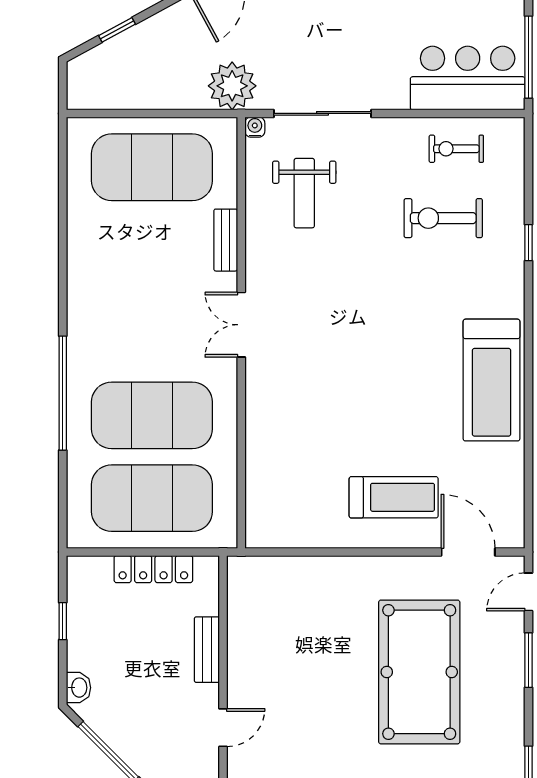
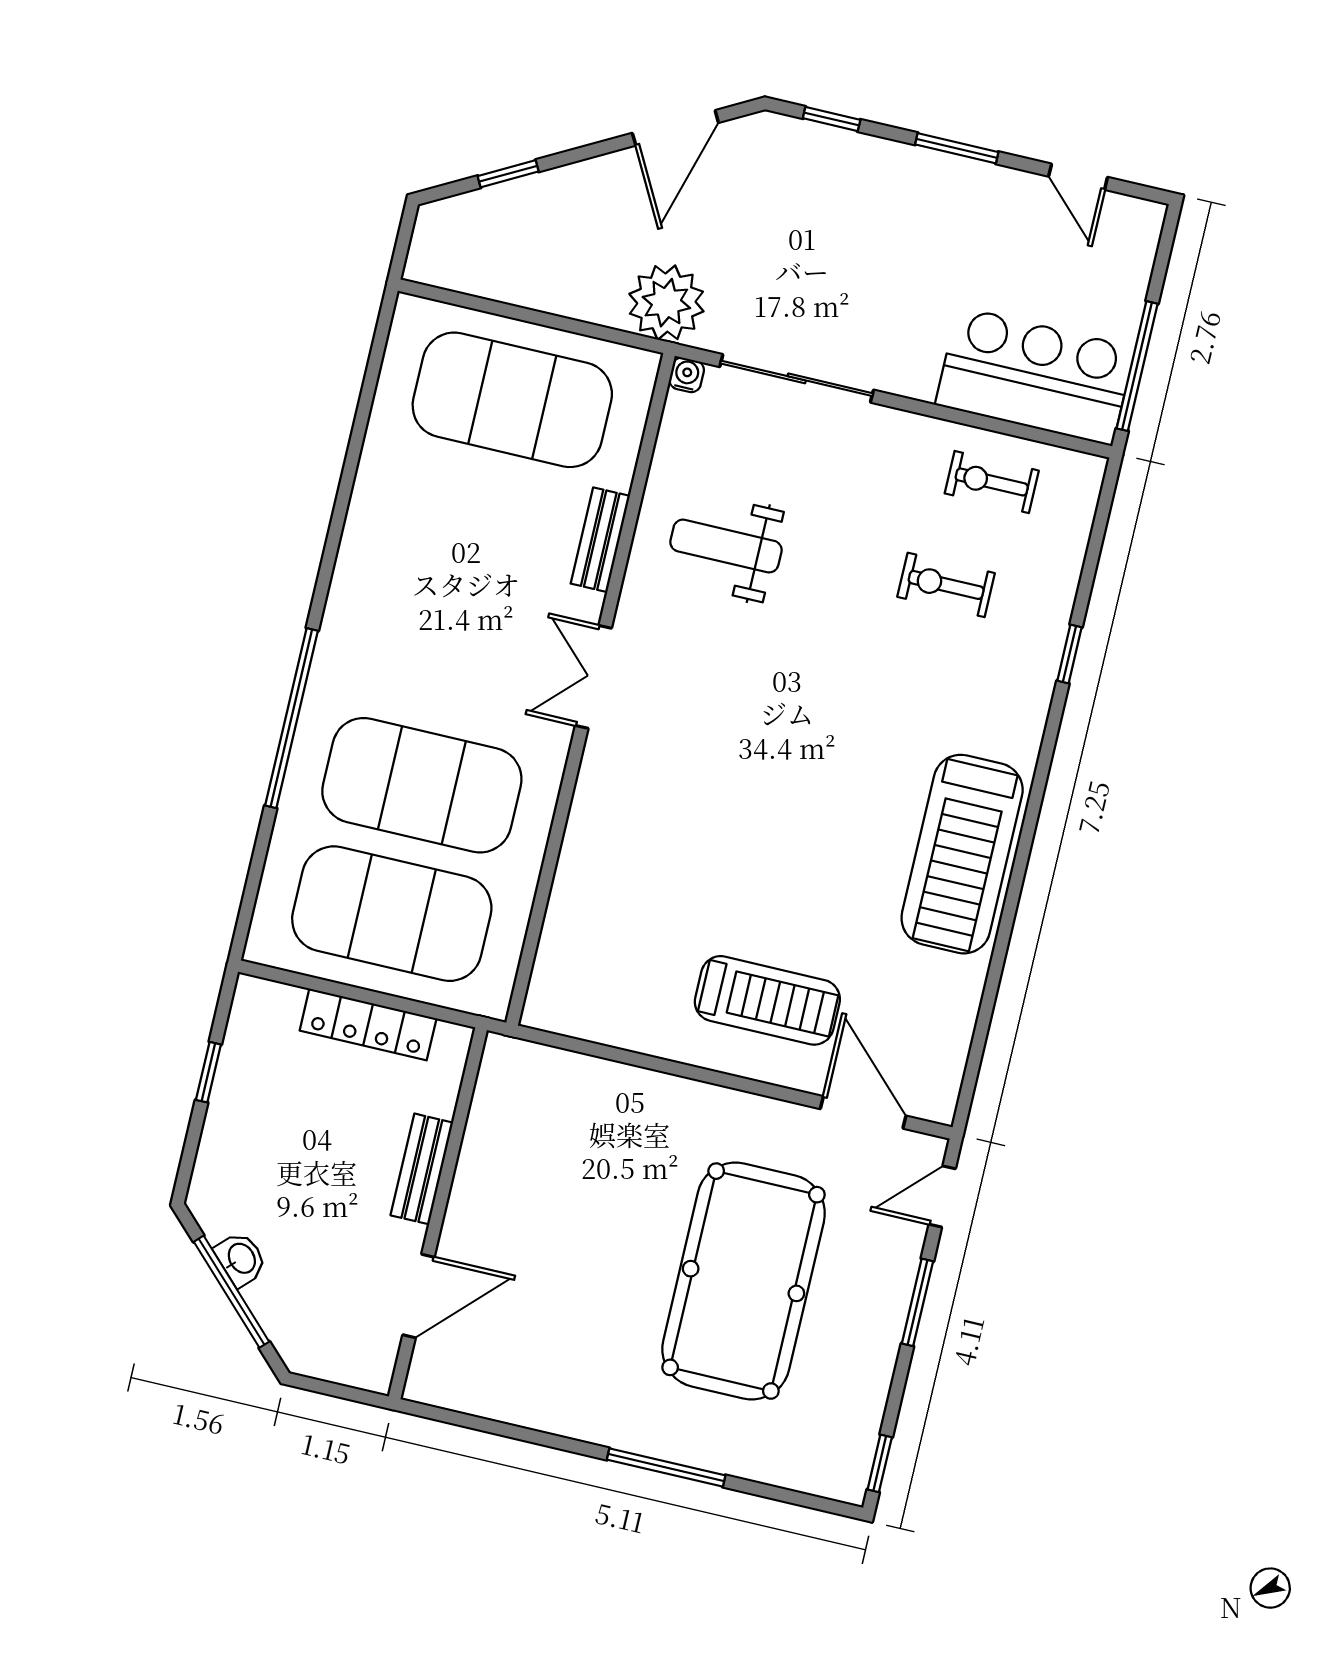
weight bench: (304, 193) -> (726, 546), moved, turned 90
exercise bike: (443, 218) -> (946, 585), width x0.73, depth x0.72
washbasin: (79, 688) -> (241, 1259), moved, turned -45
door: (223, 728) -> (419, 1296), width x1.38

